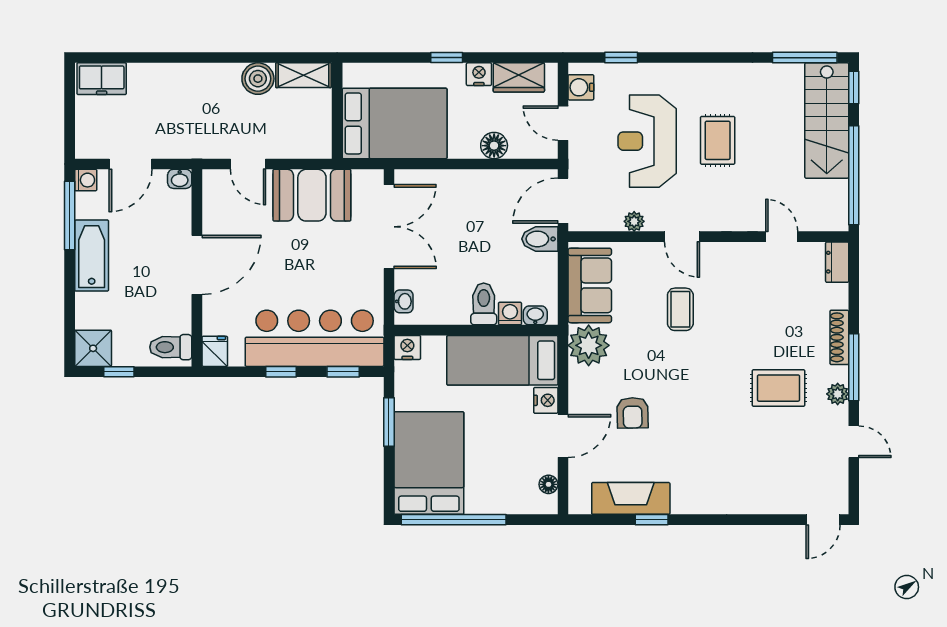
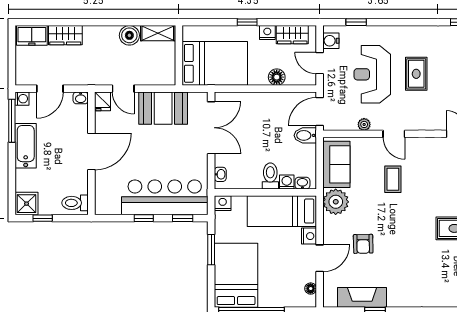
wardrobe: (155, 78) -> (65, 35), added
fridge: (215, 351) -> (102, 101), moved, turned 180

